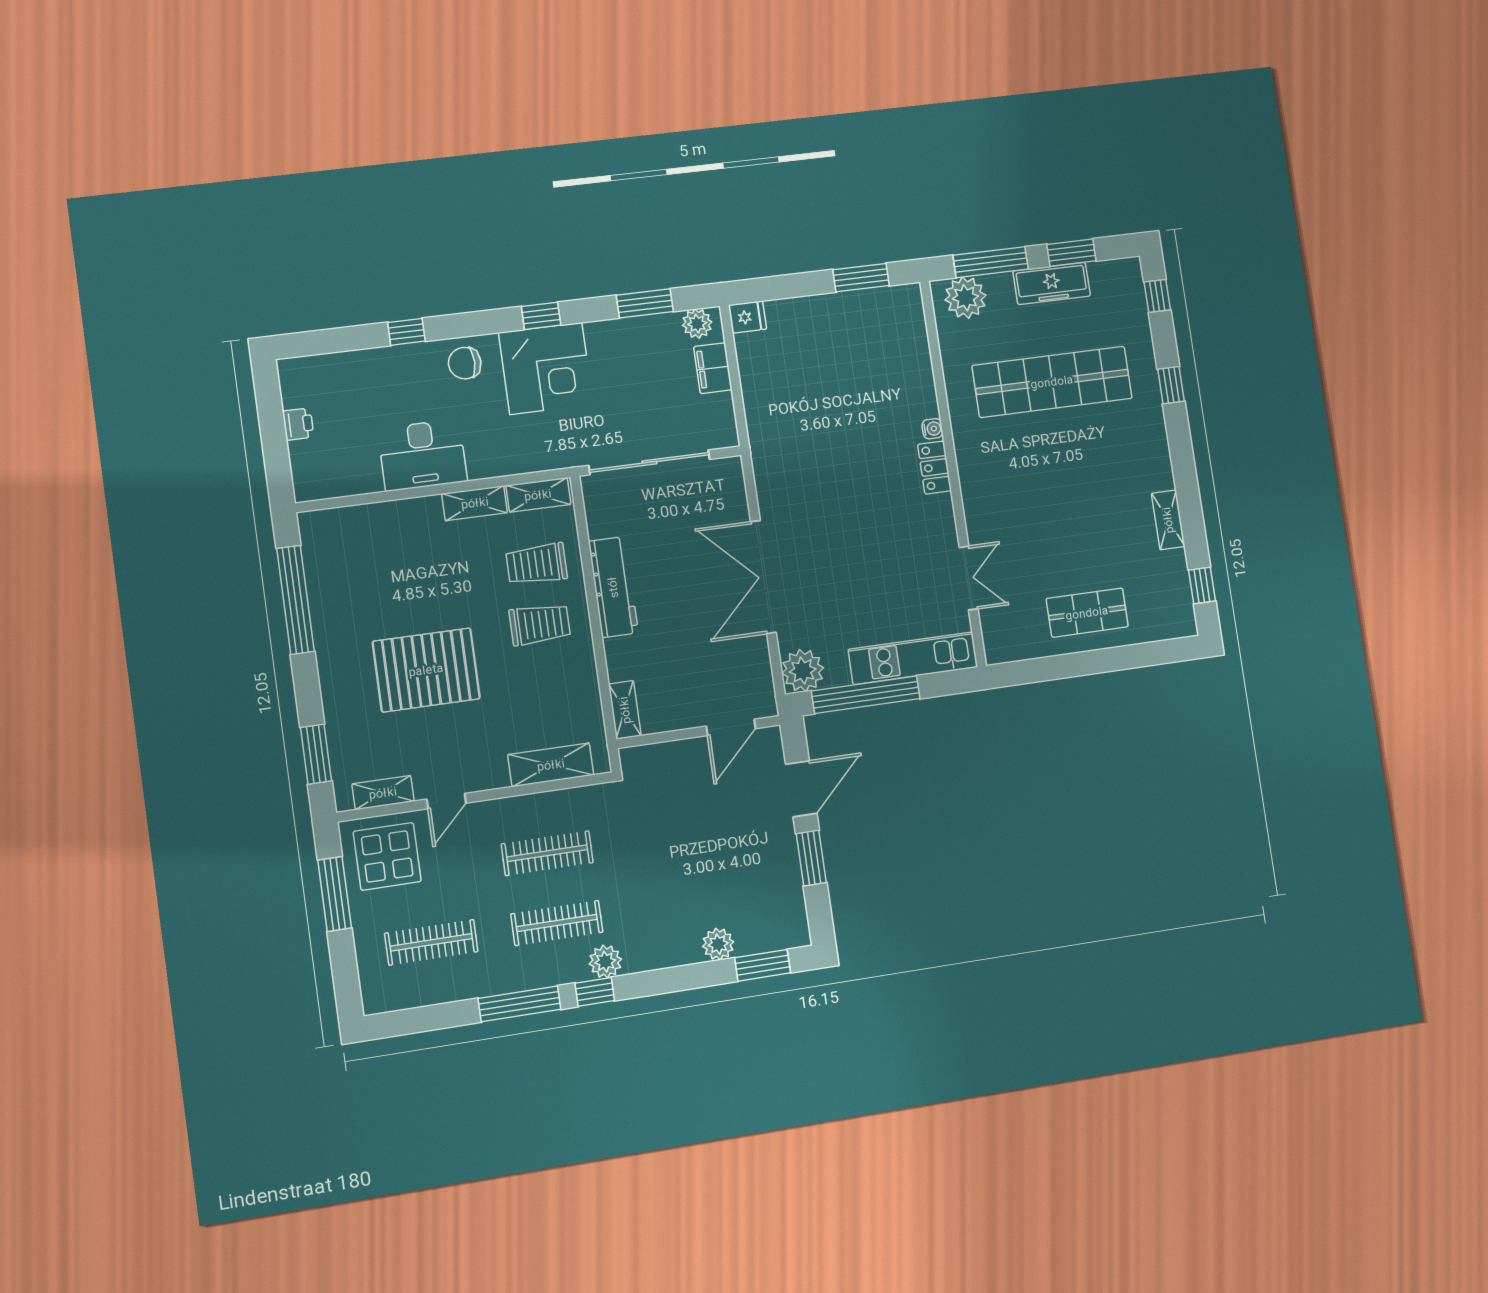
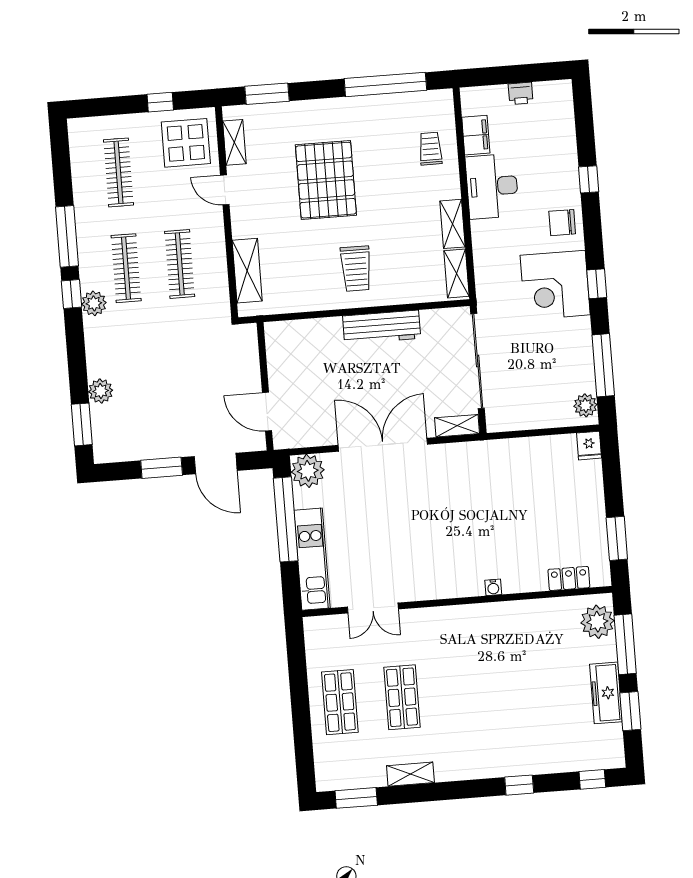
window: (645, 303) -> (603, 365), width x1.44
chair: (465, 363) -> (562, 223), turned -90
filing cabinet: (713, 368) -> (476, 135), moved, turned 90
shop shelf: (1052, 382) -> (402, 697), moved, width x0.50, depth x0.74
locker: (934, 468) -> (569, 578), moved
trolley: (537, 564) -> (430, 149), moved, width x0.73, depth x0.72
window: (1202, 585) -> (356, 798), width x1.50
shelving: (625, 710) -> (457, 426), moved
window: (335, 894) -> (160, 102), width x0.46

